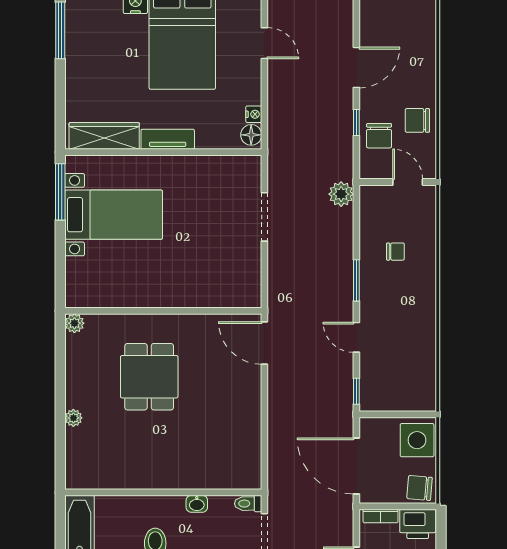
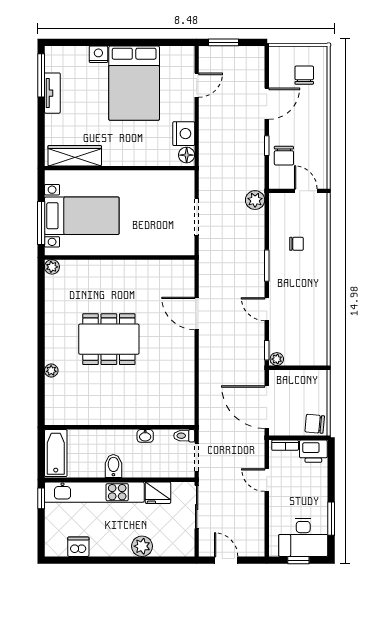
door: (264, 43) -> (197, 85), hinge flipped
nightstand: (254, 114) -> (184, 134), width x1.89, depth x1.79
chair: (417, 120) -> (304, 75), moved, turned 90
tv unit: (168, 139) -> (52, 93), moved, turned 90
window: (60, 192) -> (41, 223), moved
wall: (163, 311) -> (120, 257), moved
plant: (74, 323) -> (52, 267), moved
dining table: (149, 377) -> (109, 339), width x1.37
plant: (370, 403) -> (277, 359), added
side table: (417, 440) -> (313, 387), removed

